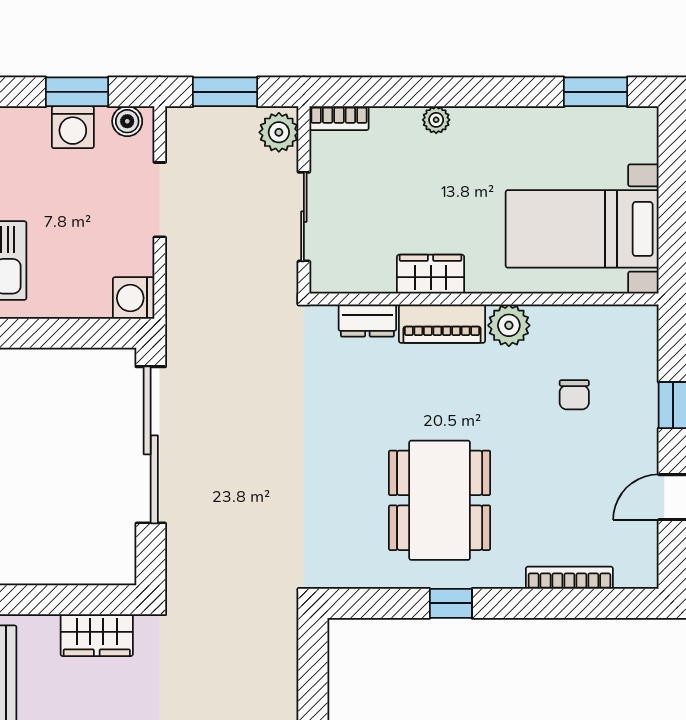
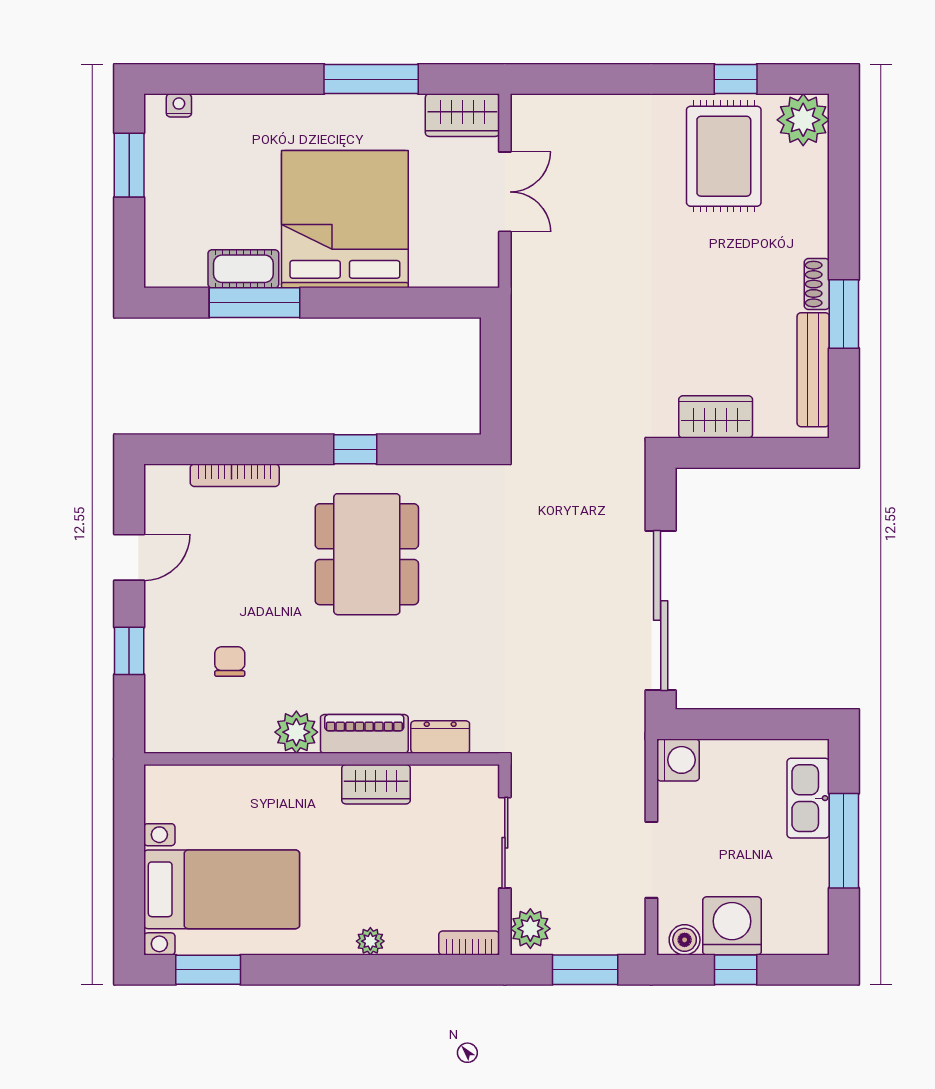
window: (77, 92) -> (736, 970), width x0.67
washing machine: (73, 127) -> (732, 926), width x1.37, depth x1.37
bed with nightstands: (582, 229) -> (222, 889), moved

